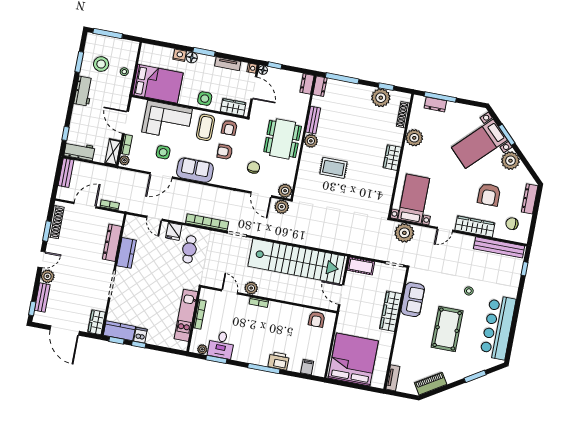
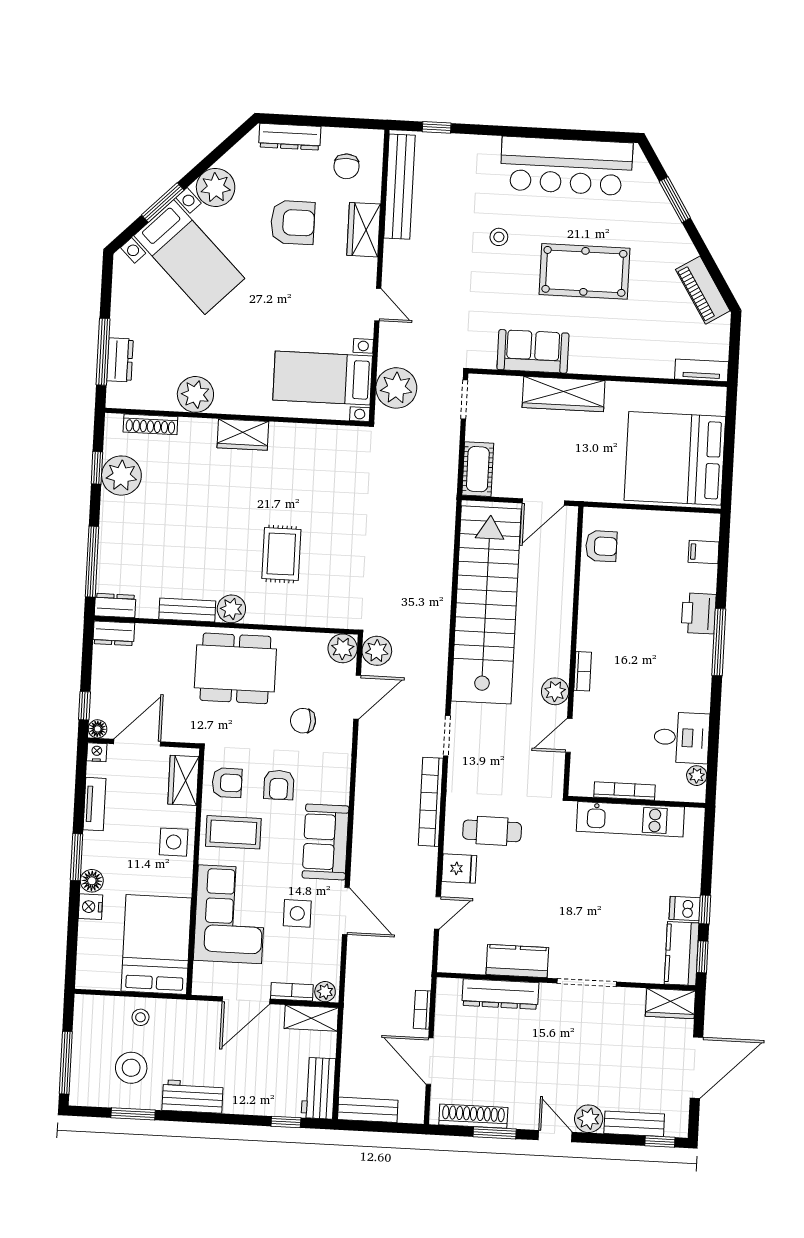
wardrobe: (475, 226) -> (364, 230), width x0.67
window: (216, 359) -> (713, 744), removed

